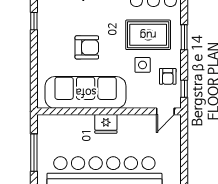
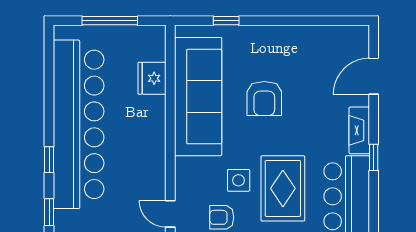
window: (34, 21) -> (226, 21), moved
fridge: (106, 124) -> (152, 78), moved

